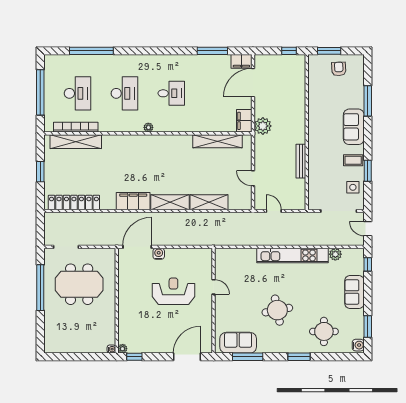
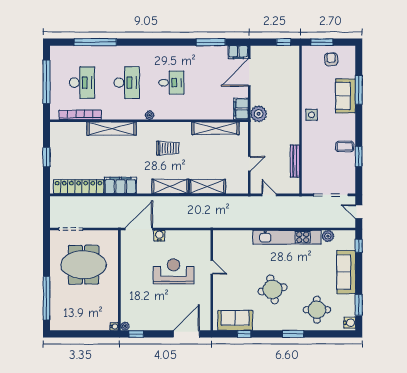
sofa: (354, 127) -> (345, 96), moved
shelving: (76, 142) -> (112, 129), moved
bench: (301, 161) -> (295, 161), moved
trolley: (168, 162) -> (168, 148), added
door: (253, 178) -> (249, 164), swing flipped
side table: (353, 187) -> (312, 115), moved
filing cabinet: (133, 201) -> (120, 185), moved
window: (40, 288) -> (46, 298), moved
sofa: (354, 292) -> (346, 272), width x1.36
window: (248, 357) -> (244, 334), width x0.46

